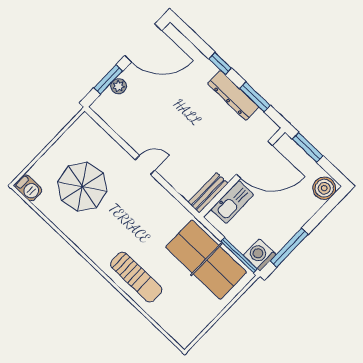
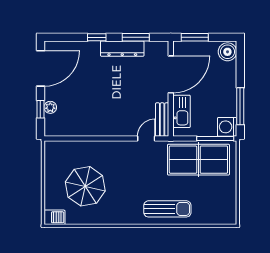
window: (108, 79) -> (40, 109), width x0.67
door: (145, 165) -> (146, 139), moved

